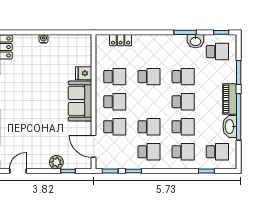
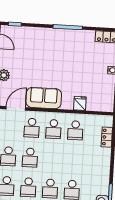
school desk: (149, 77) -> (74, 160), removed
sofa: (80, 101) -> (44, 98), moved

